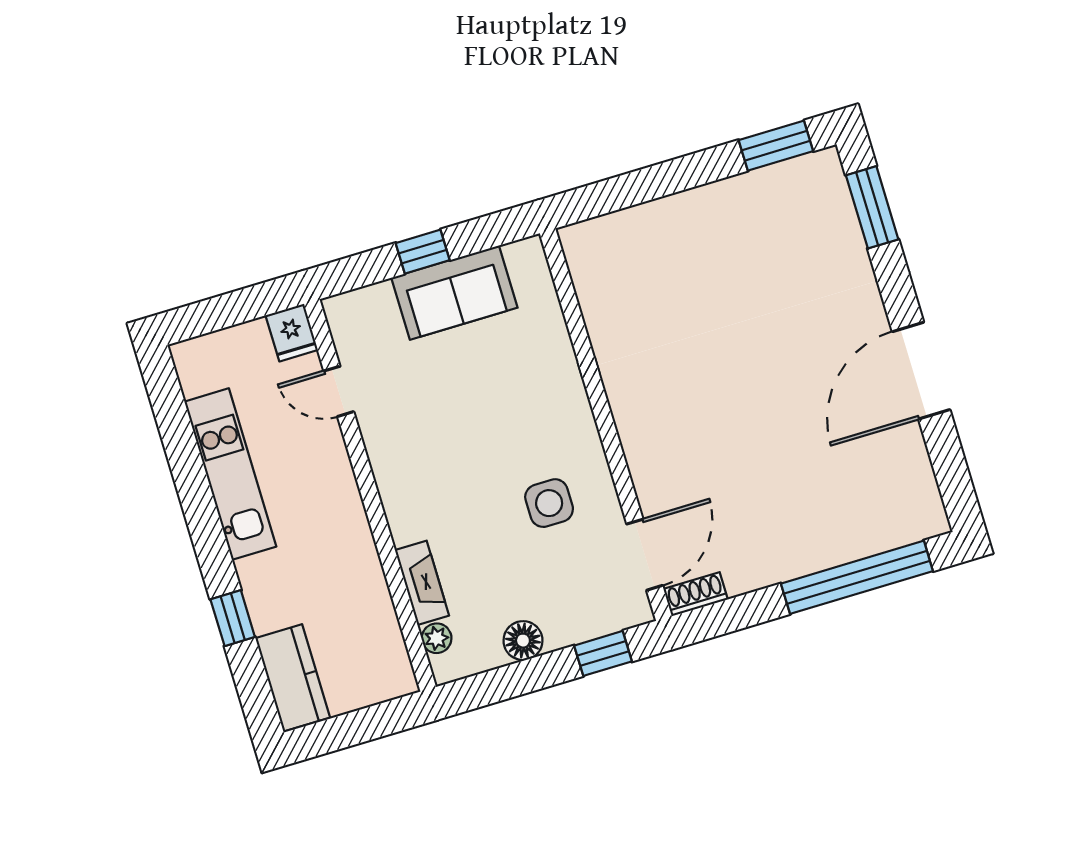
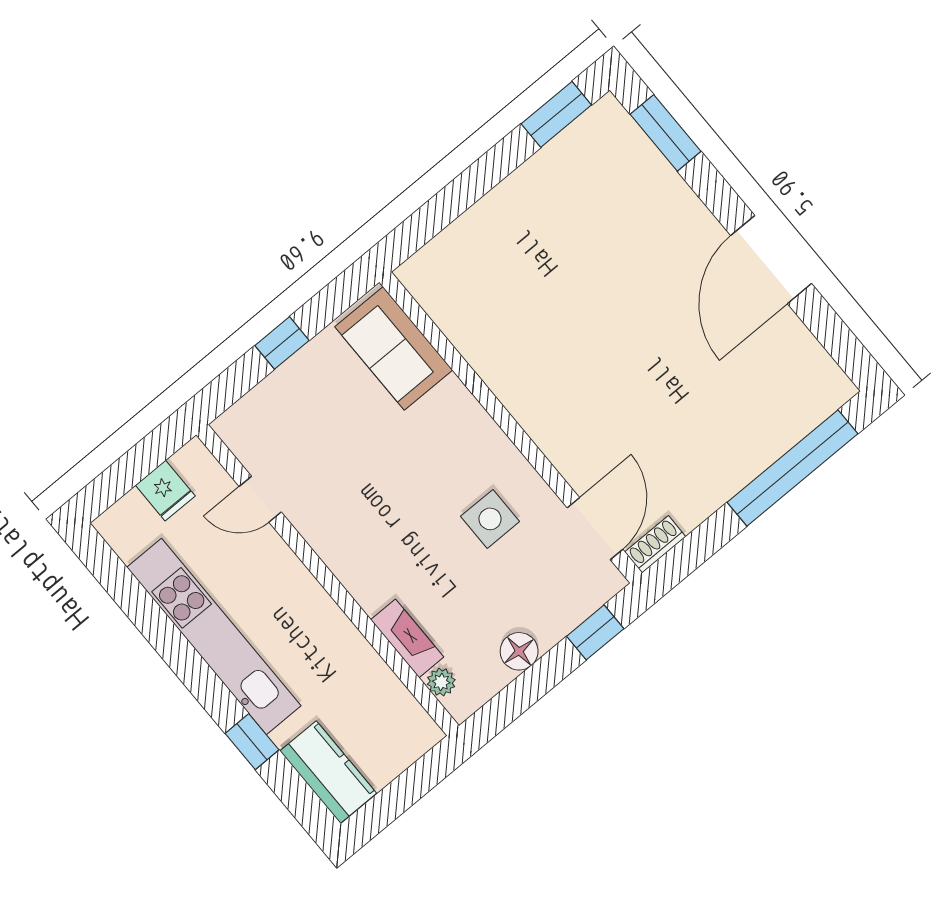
sofa: (454, 293) -> (394, 348), moved, turned 90
fridge: (292, 333) -> (165, 491), moved
kitchen unit: (230, 474) -> (214, 636), width x1.36

